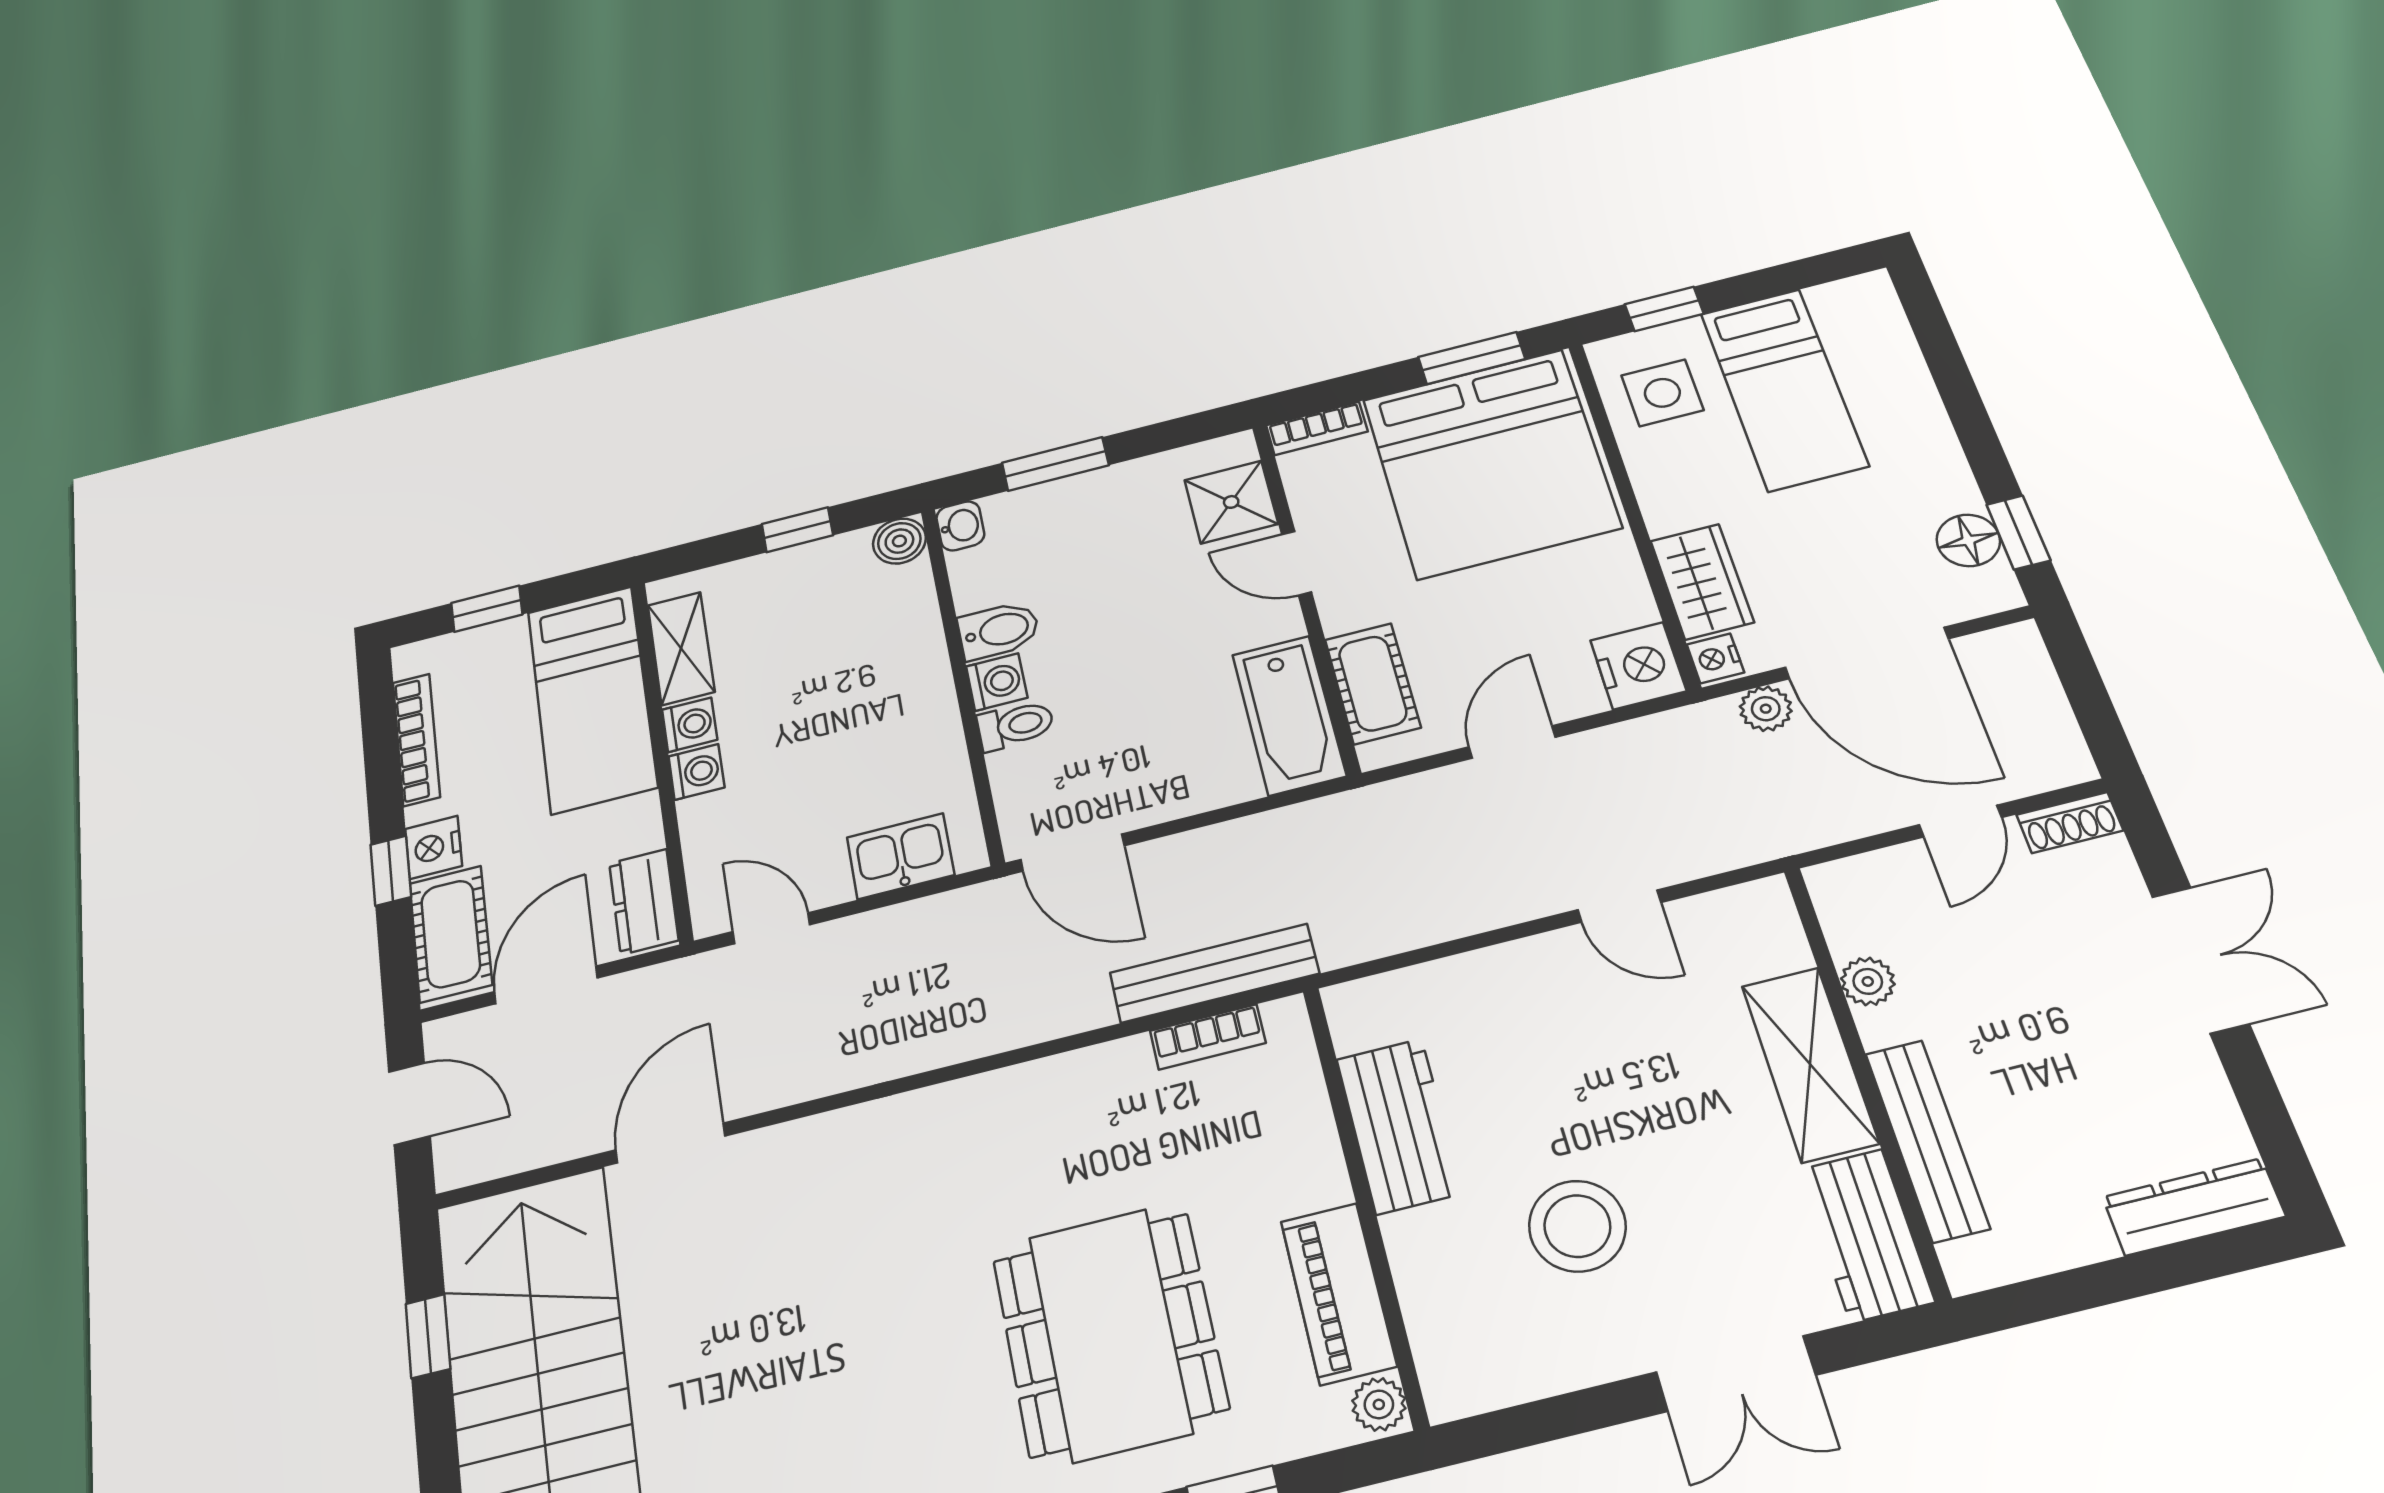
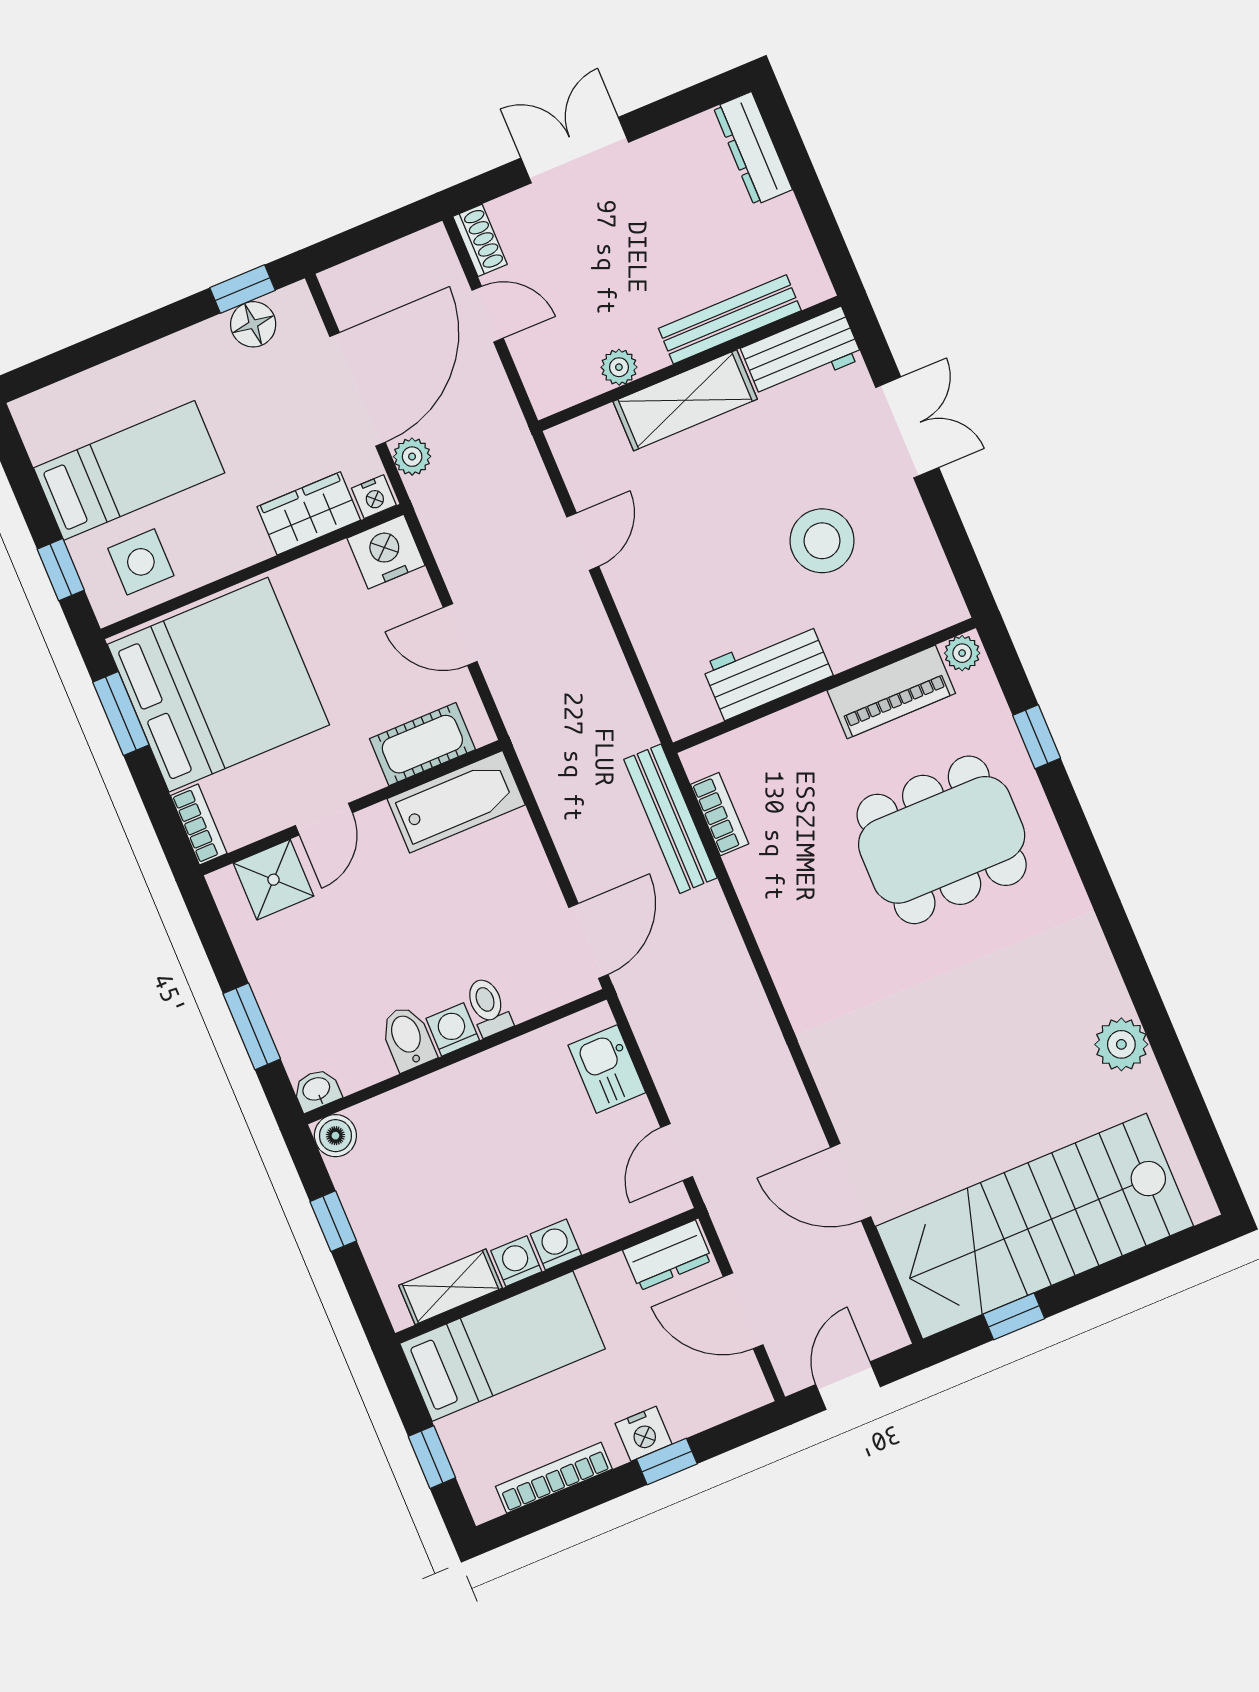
cot: (451, 934) -> (712, 1397), removed

